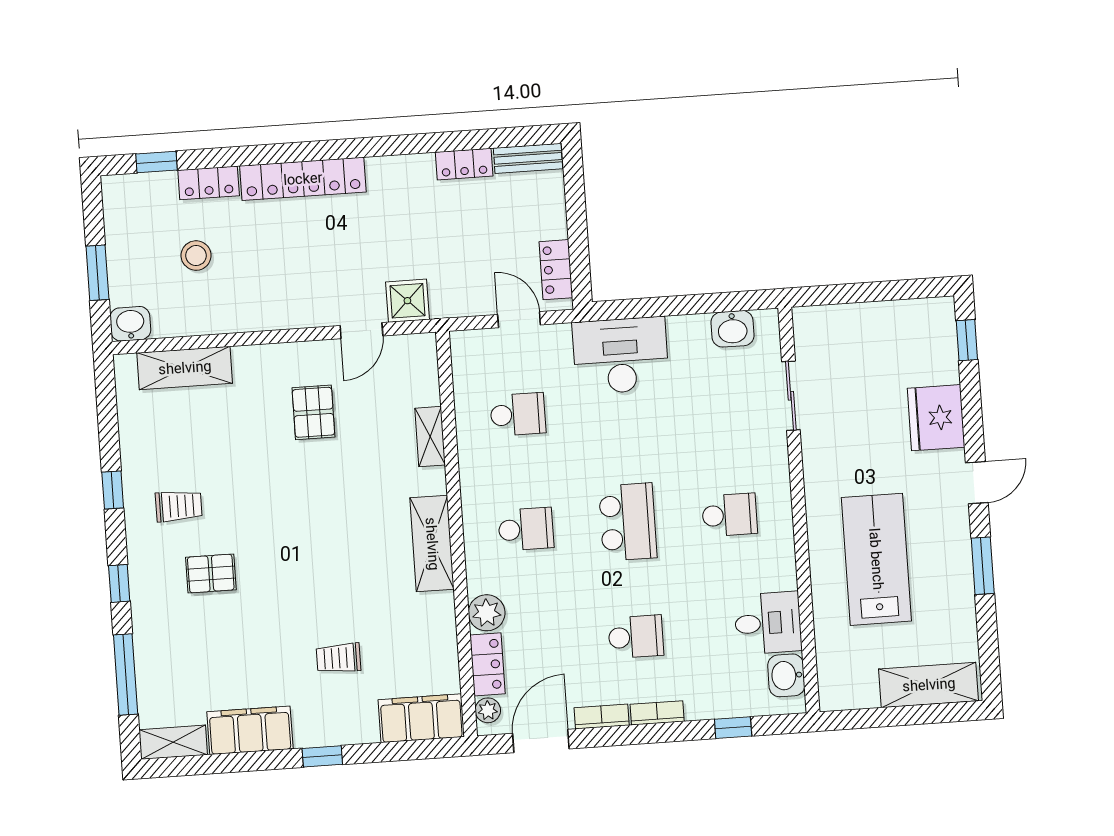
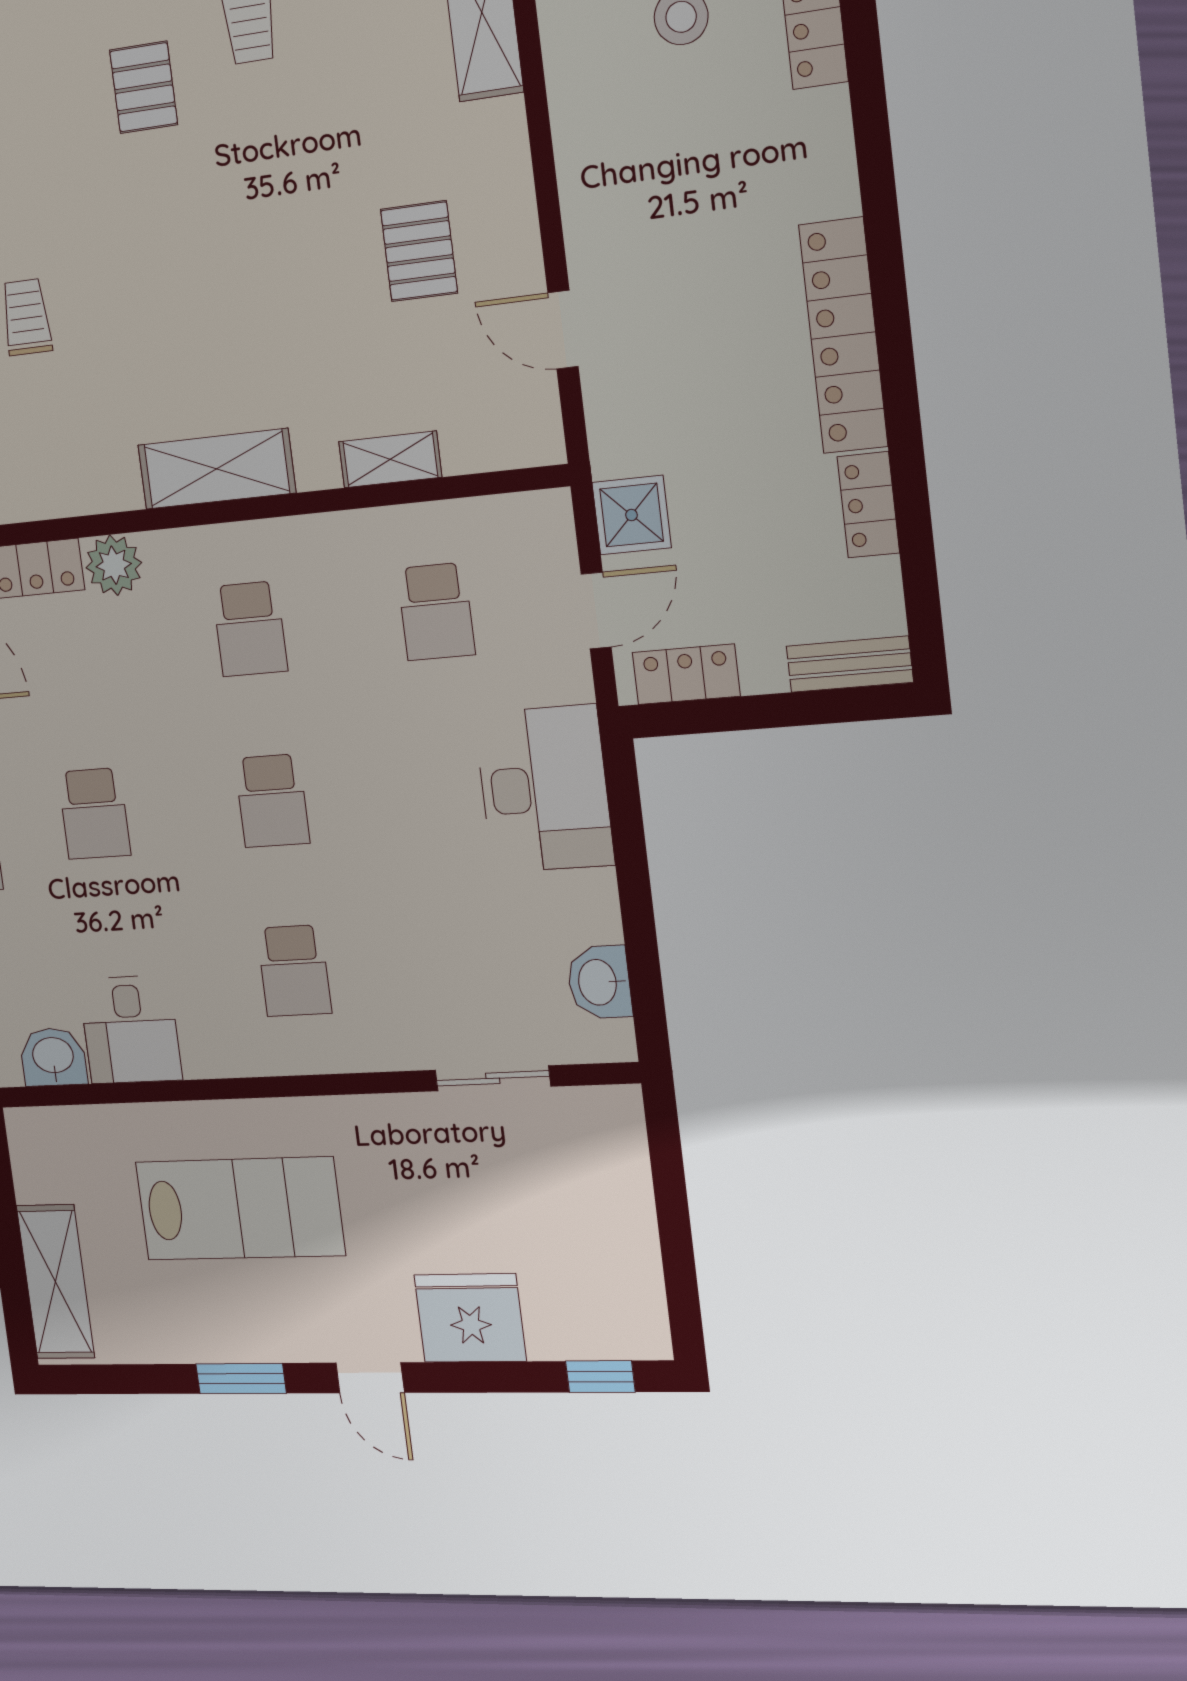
bench: (528, 158) -> (850, 664), moved, turned 90
locker: (303, 179) -> (843, 336), moved
shower: (407, 301) -> (631, 515), moved
pallet: (313, 412) -> (419, 251), turned 90
school desk: (628, 522) -> (272, 801), width x0.54

